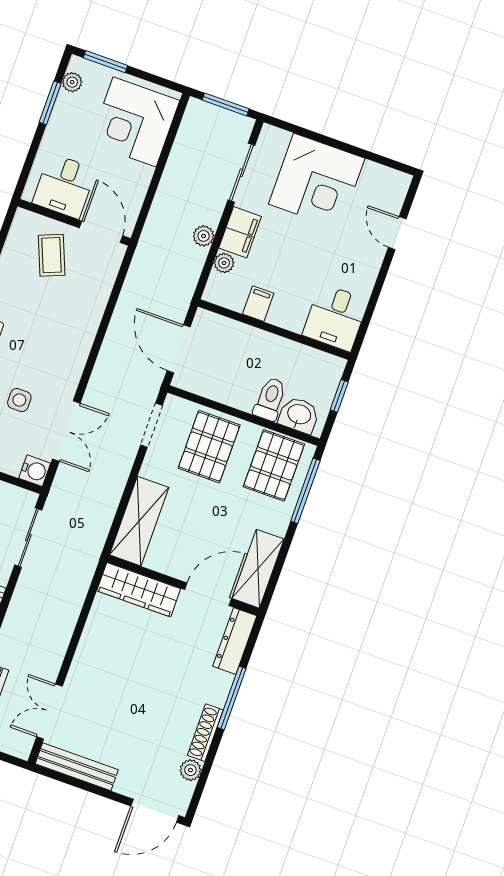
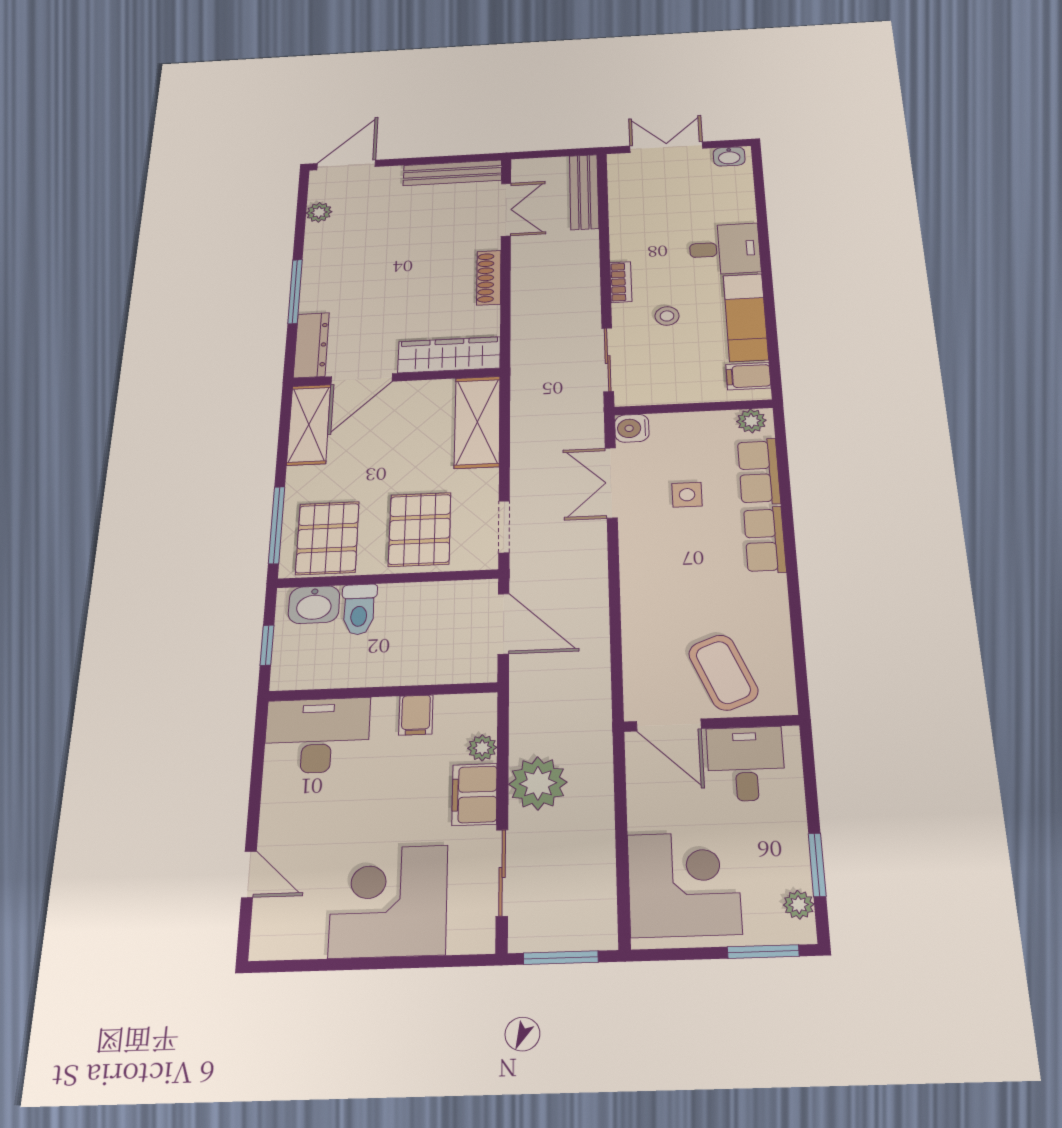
plant: (204, 236) -> (538, 783), width x1.87, depth x1.87
coffee table: (52, 255) -> (723, 672), width x1.36, depth x1.30
desk: (335, 317) -> (317, 736), width x1.37
shoe rack: (205, 733) -> (489, 278), moved, turned 180

